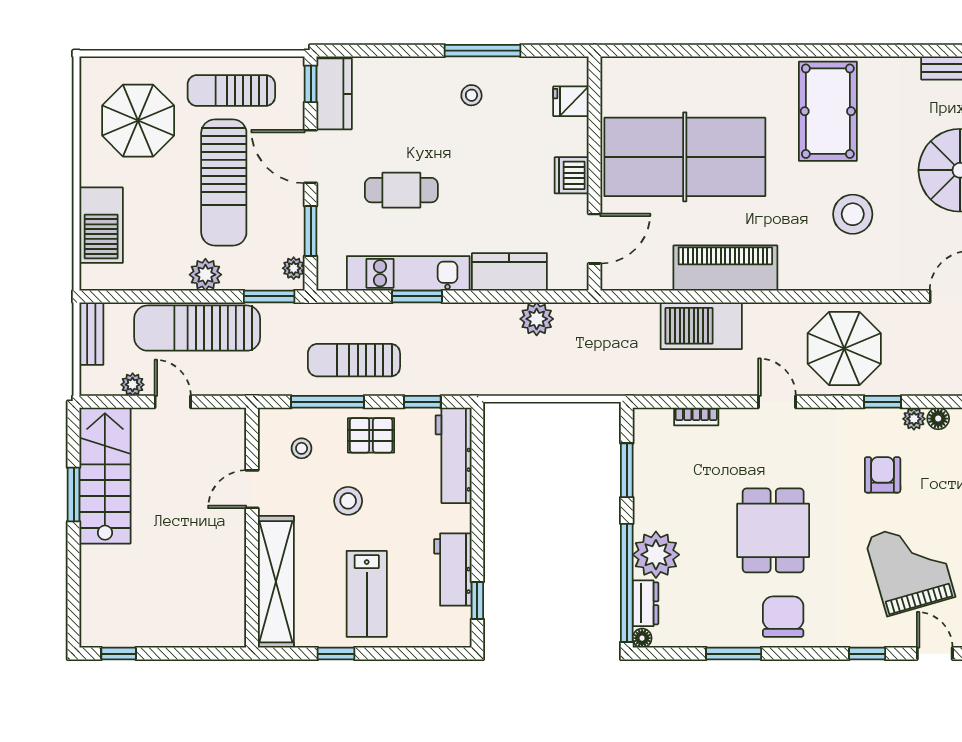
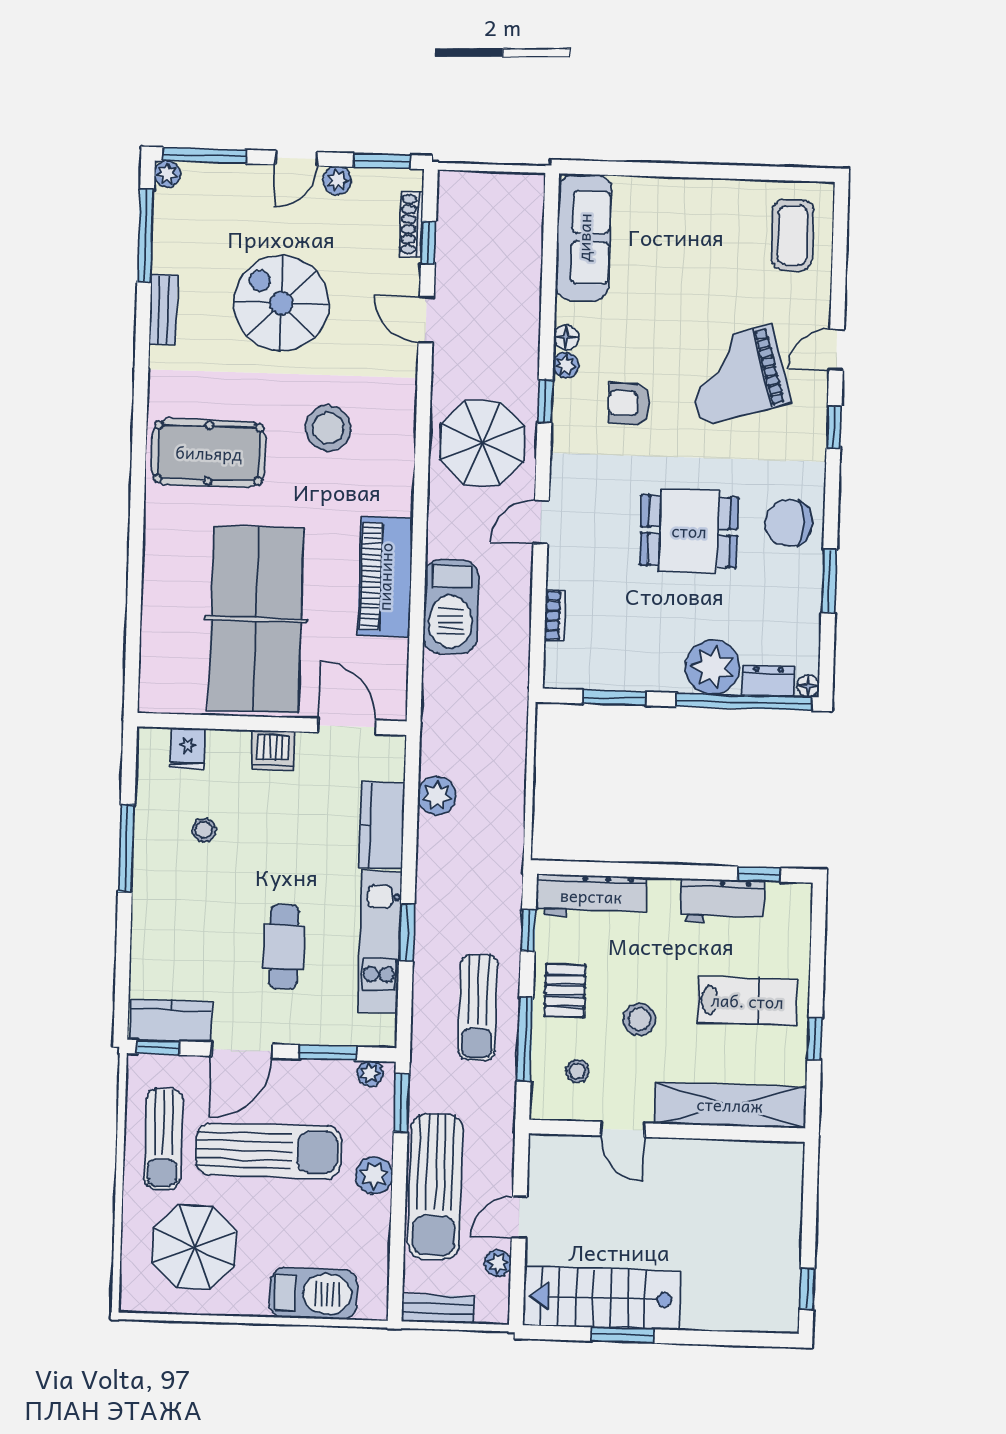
stool: (471, 95) -> (204, 830), moved

